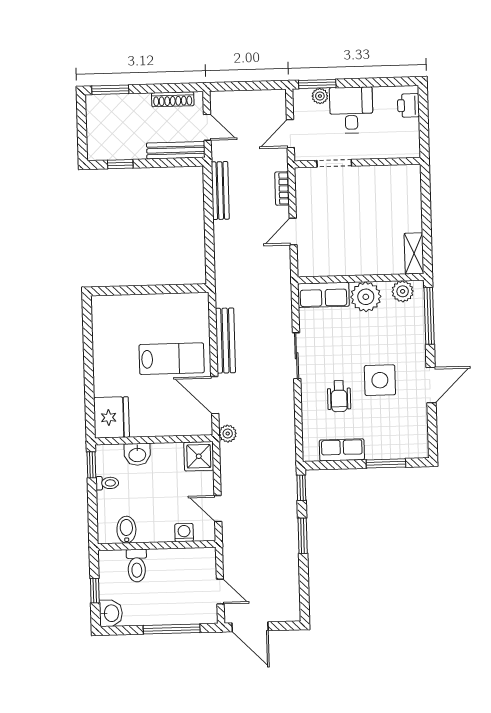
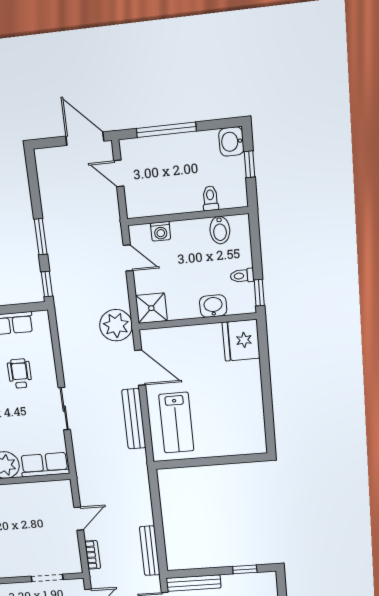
lab bench: (172, 359) -> (176, 423), moved, turned -90
plant: (228, 434) -> (116, 325), width x1.88, depth x1.88
toilet: (137, 566) -> (210, 198), width x0.73, depth x0.72

